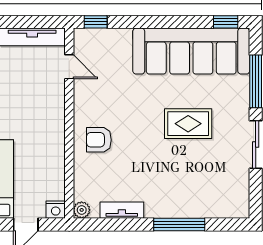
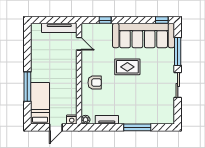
window: (96, 22) -> (105, 20), moved
rug: (188, 124) -> (127, 67), moved
armchair: (99, 140) -> (95, 83), turned 180

